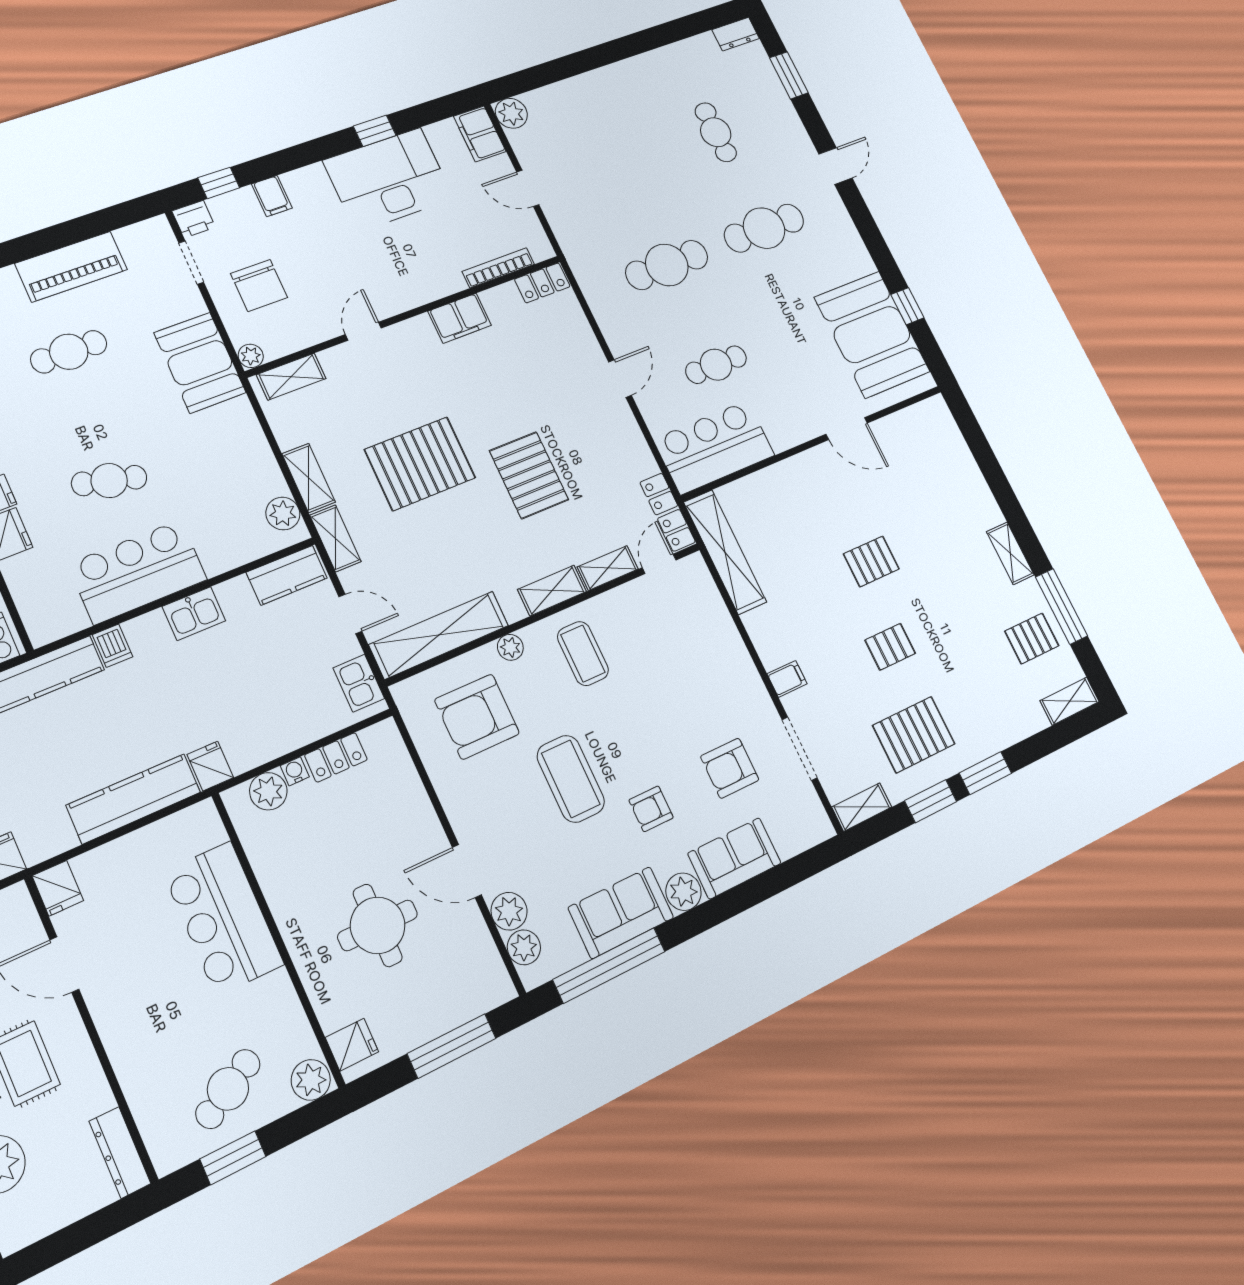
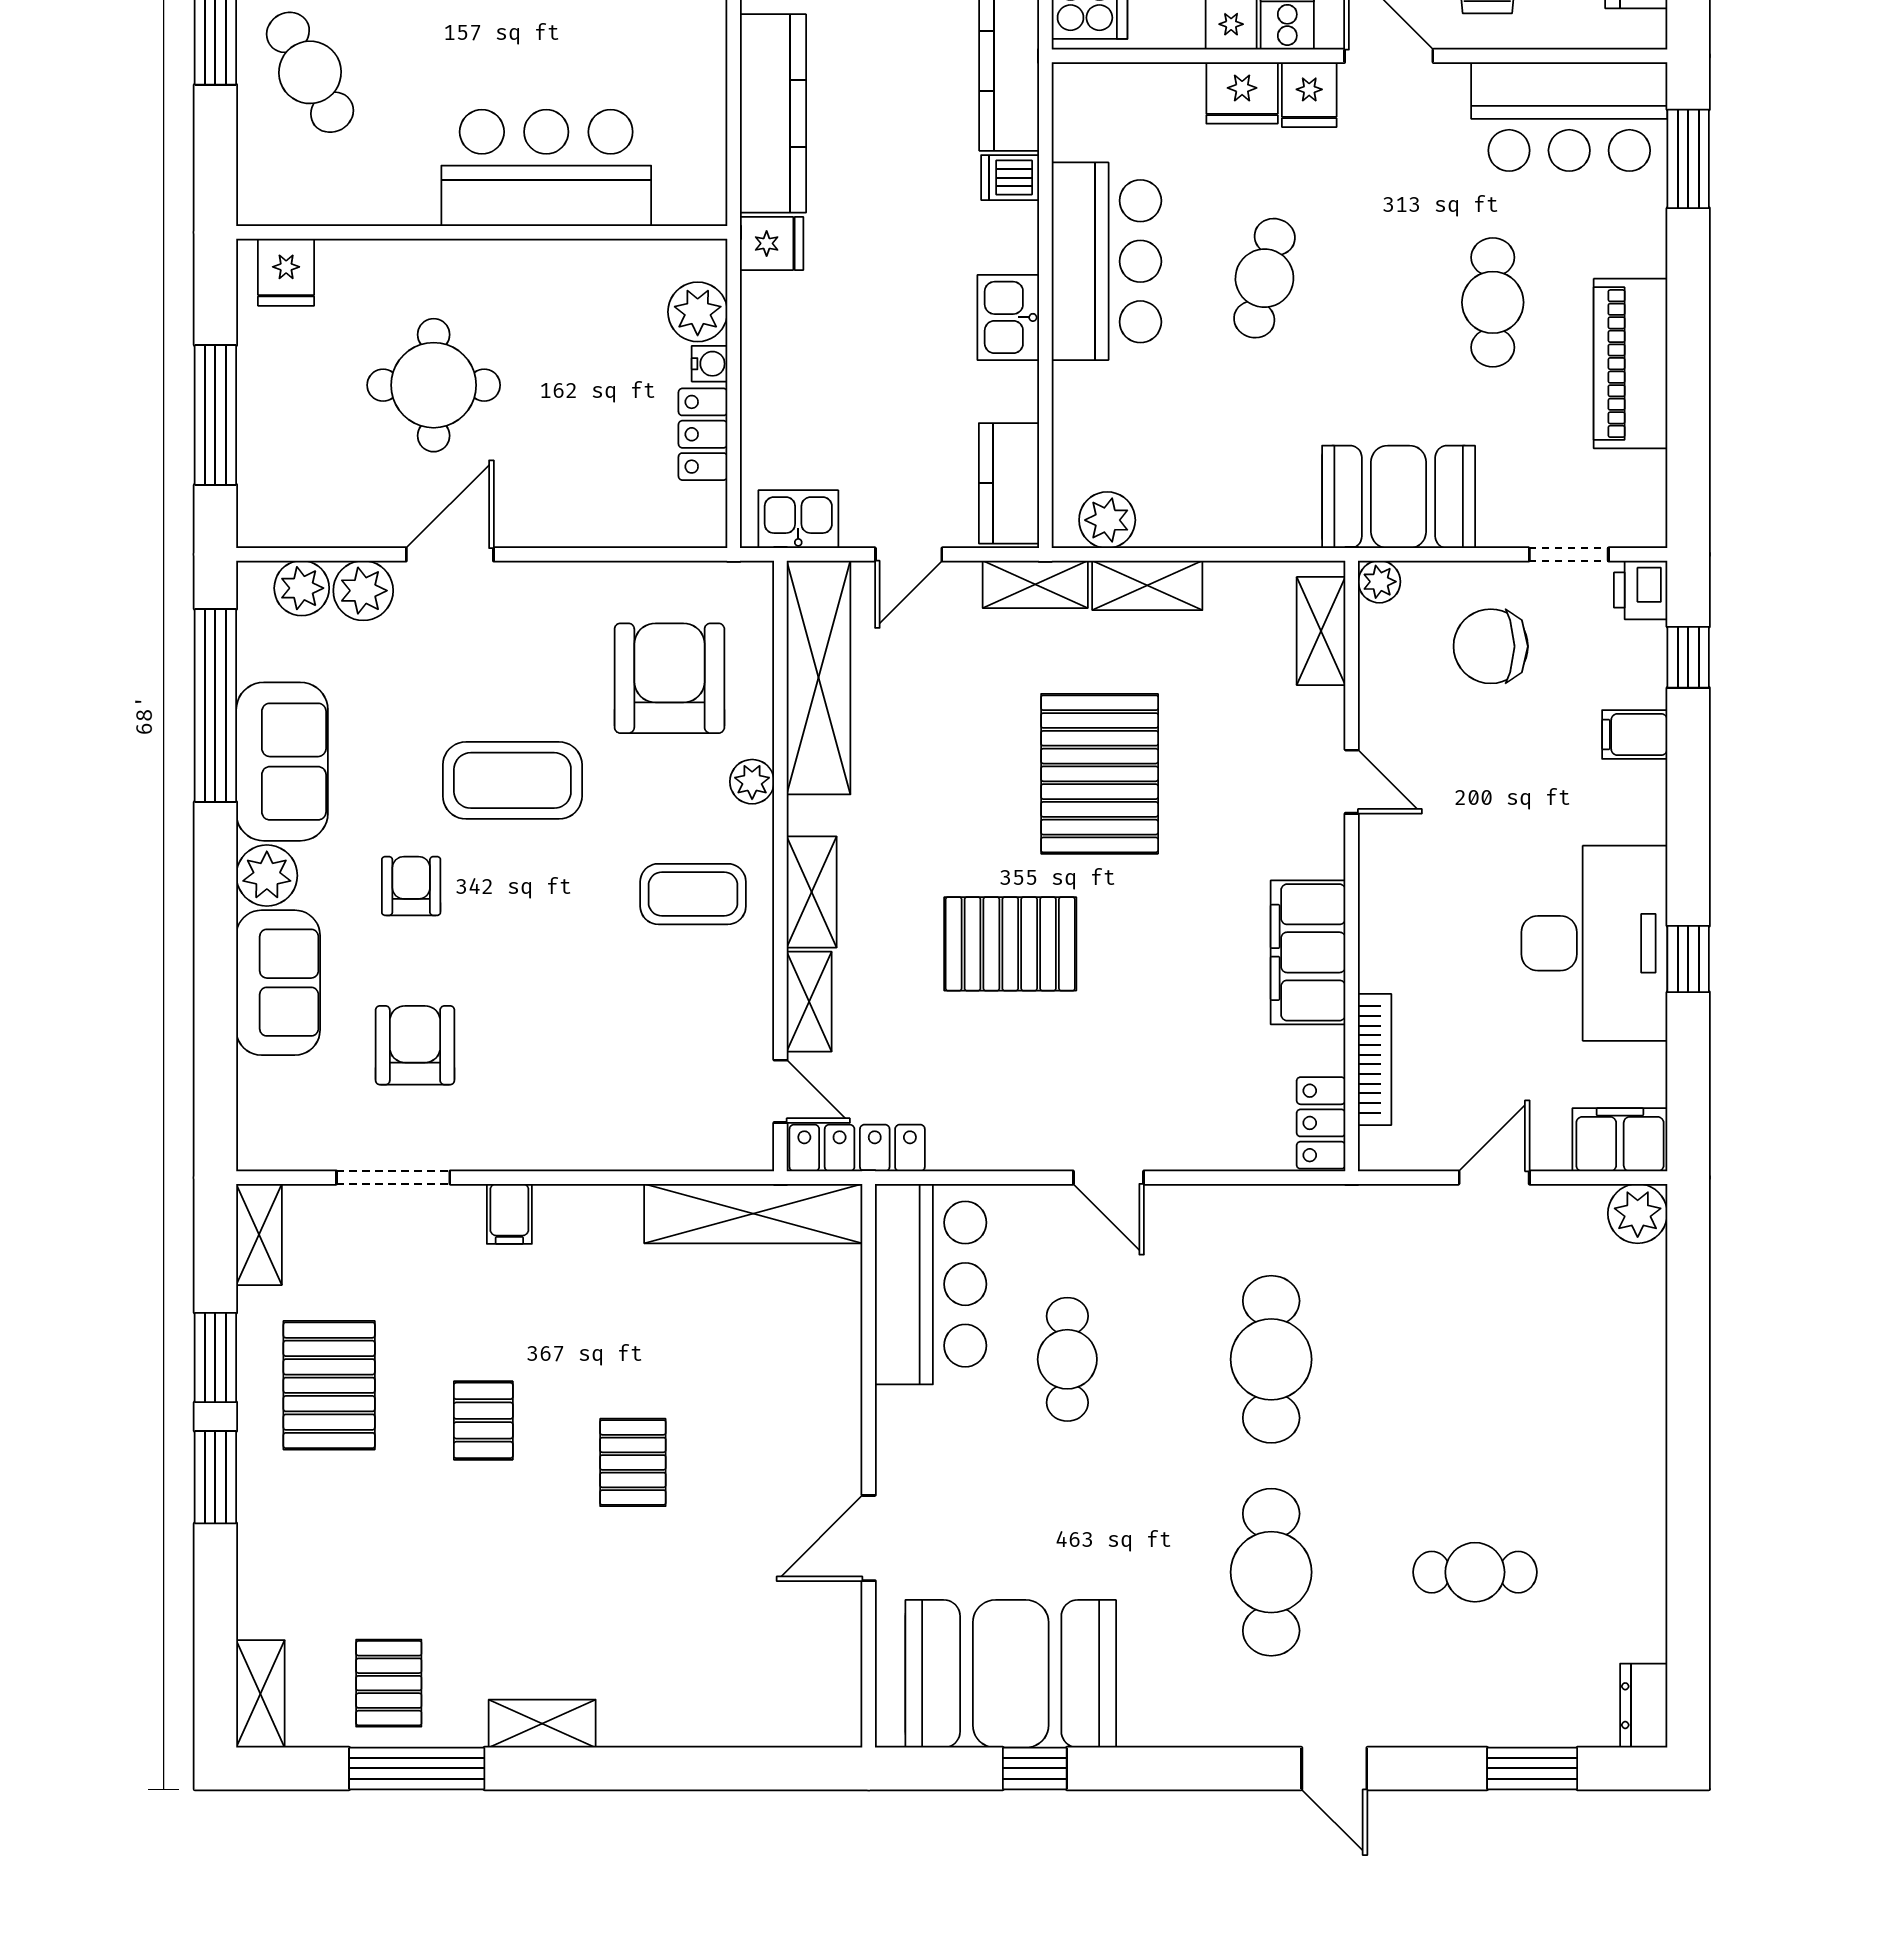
filing cabinet: (460, 318) -> (1308, 952), width x1.50, depth x1.17
plant: (311, 1080) -> (266, 192), removed

